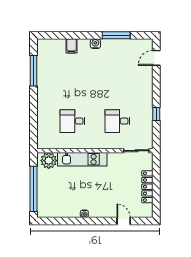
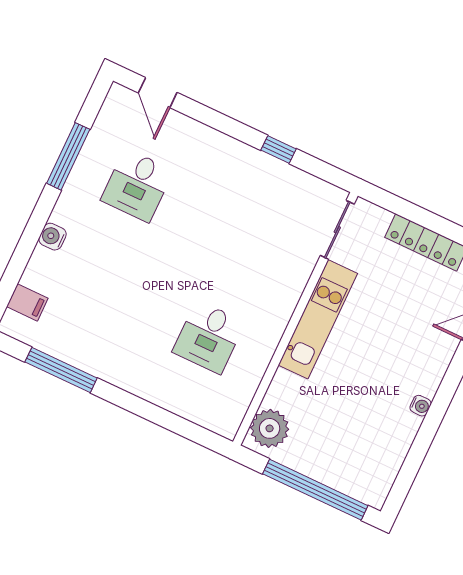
water cooler: (95, 44) -> (53, 237), moved
filing cabinet: (71, 46) -> (27, 302), moved
desk: (117, 121) -> (137, 185), moved
kitchen unit: (82, 159) -> (318, 319), moved

